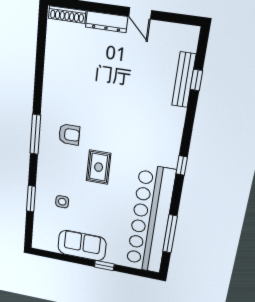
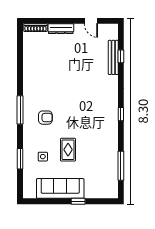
door: (140, 13) -> (91, 21), moved
armchair: (69, 135) -> (45, 118), moved
rug: (99, 167) -> (68, 150), moved
bar counter: (150, 220) -> (106, 158), removed
sofa: (82, 246) -> (60, 188), width x1.36

